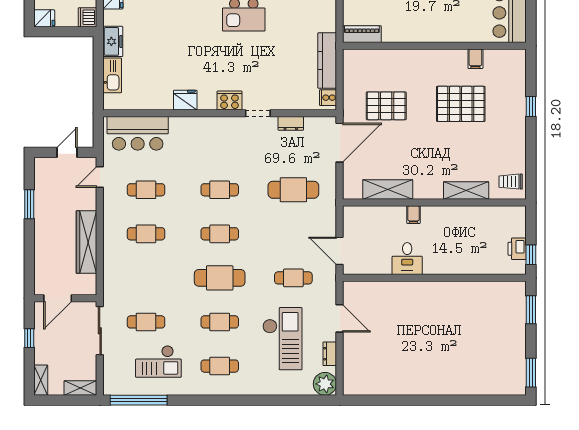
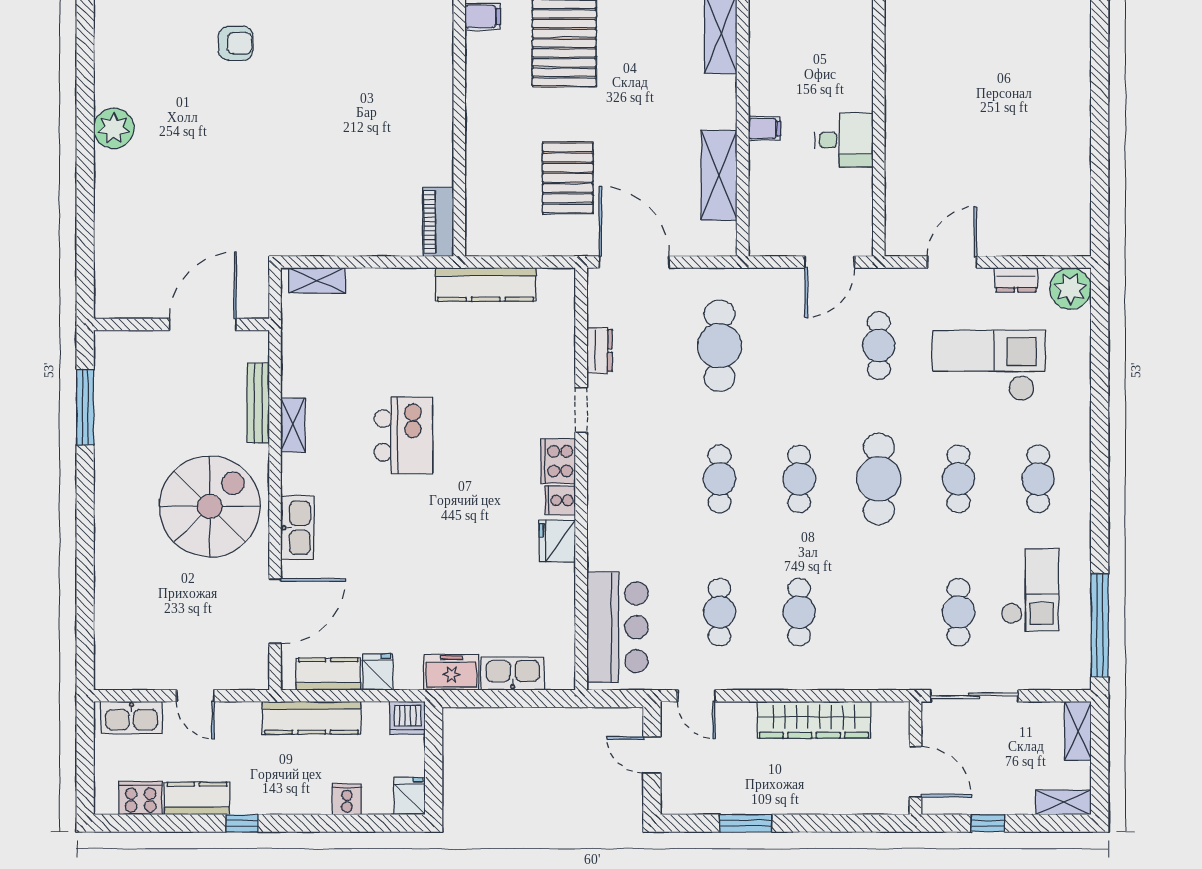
cooker: (328, 98) -> (560, 500), moved, turned 90

